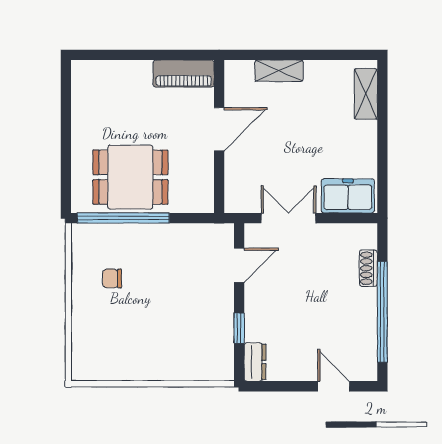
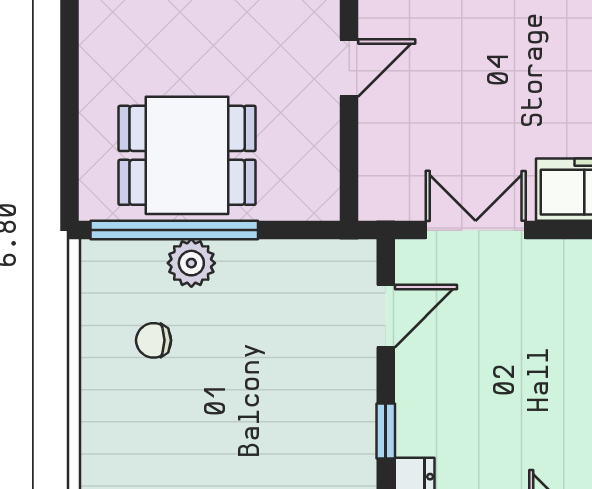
door: (219, 129) -> (349, 68), width x0.73
plant: (133, 236) -> (191, 263), added

